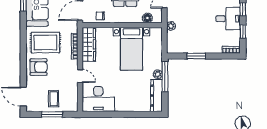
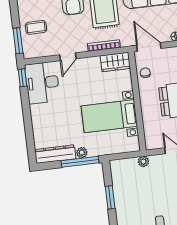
floor lamp: (147, 18) -> (150, 131), removed
wardrobe: (89, 44) -> (115, 62), width x0.67
window: (52, 114) -> (18, 41), moved
window: (92, 114) -> (22, 78), added

